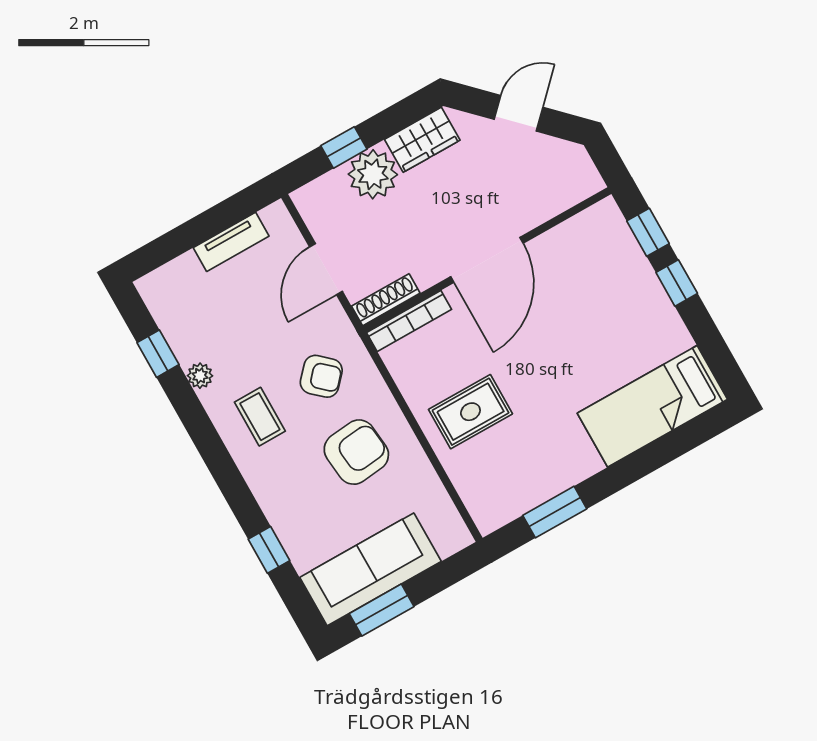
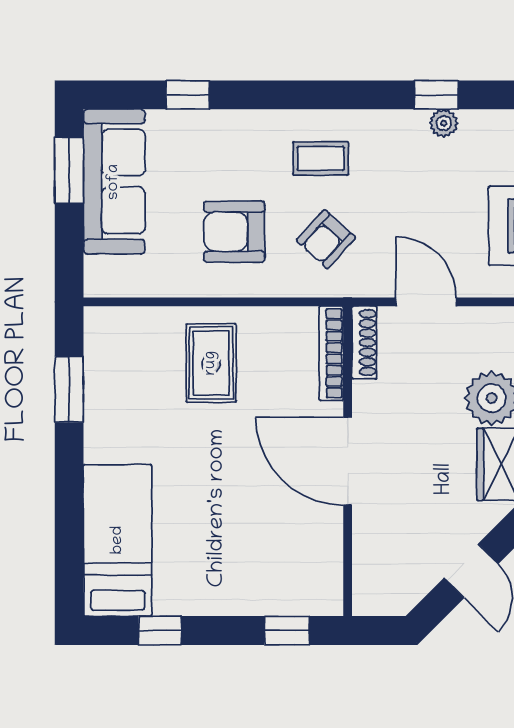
window: (677, 283) -> (160, 631), moved
plant: (200, 376) -> (444, 123), moved
armchair: (356, 452) -> (234, 232), turned 96

